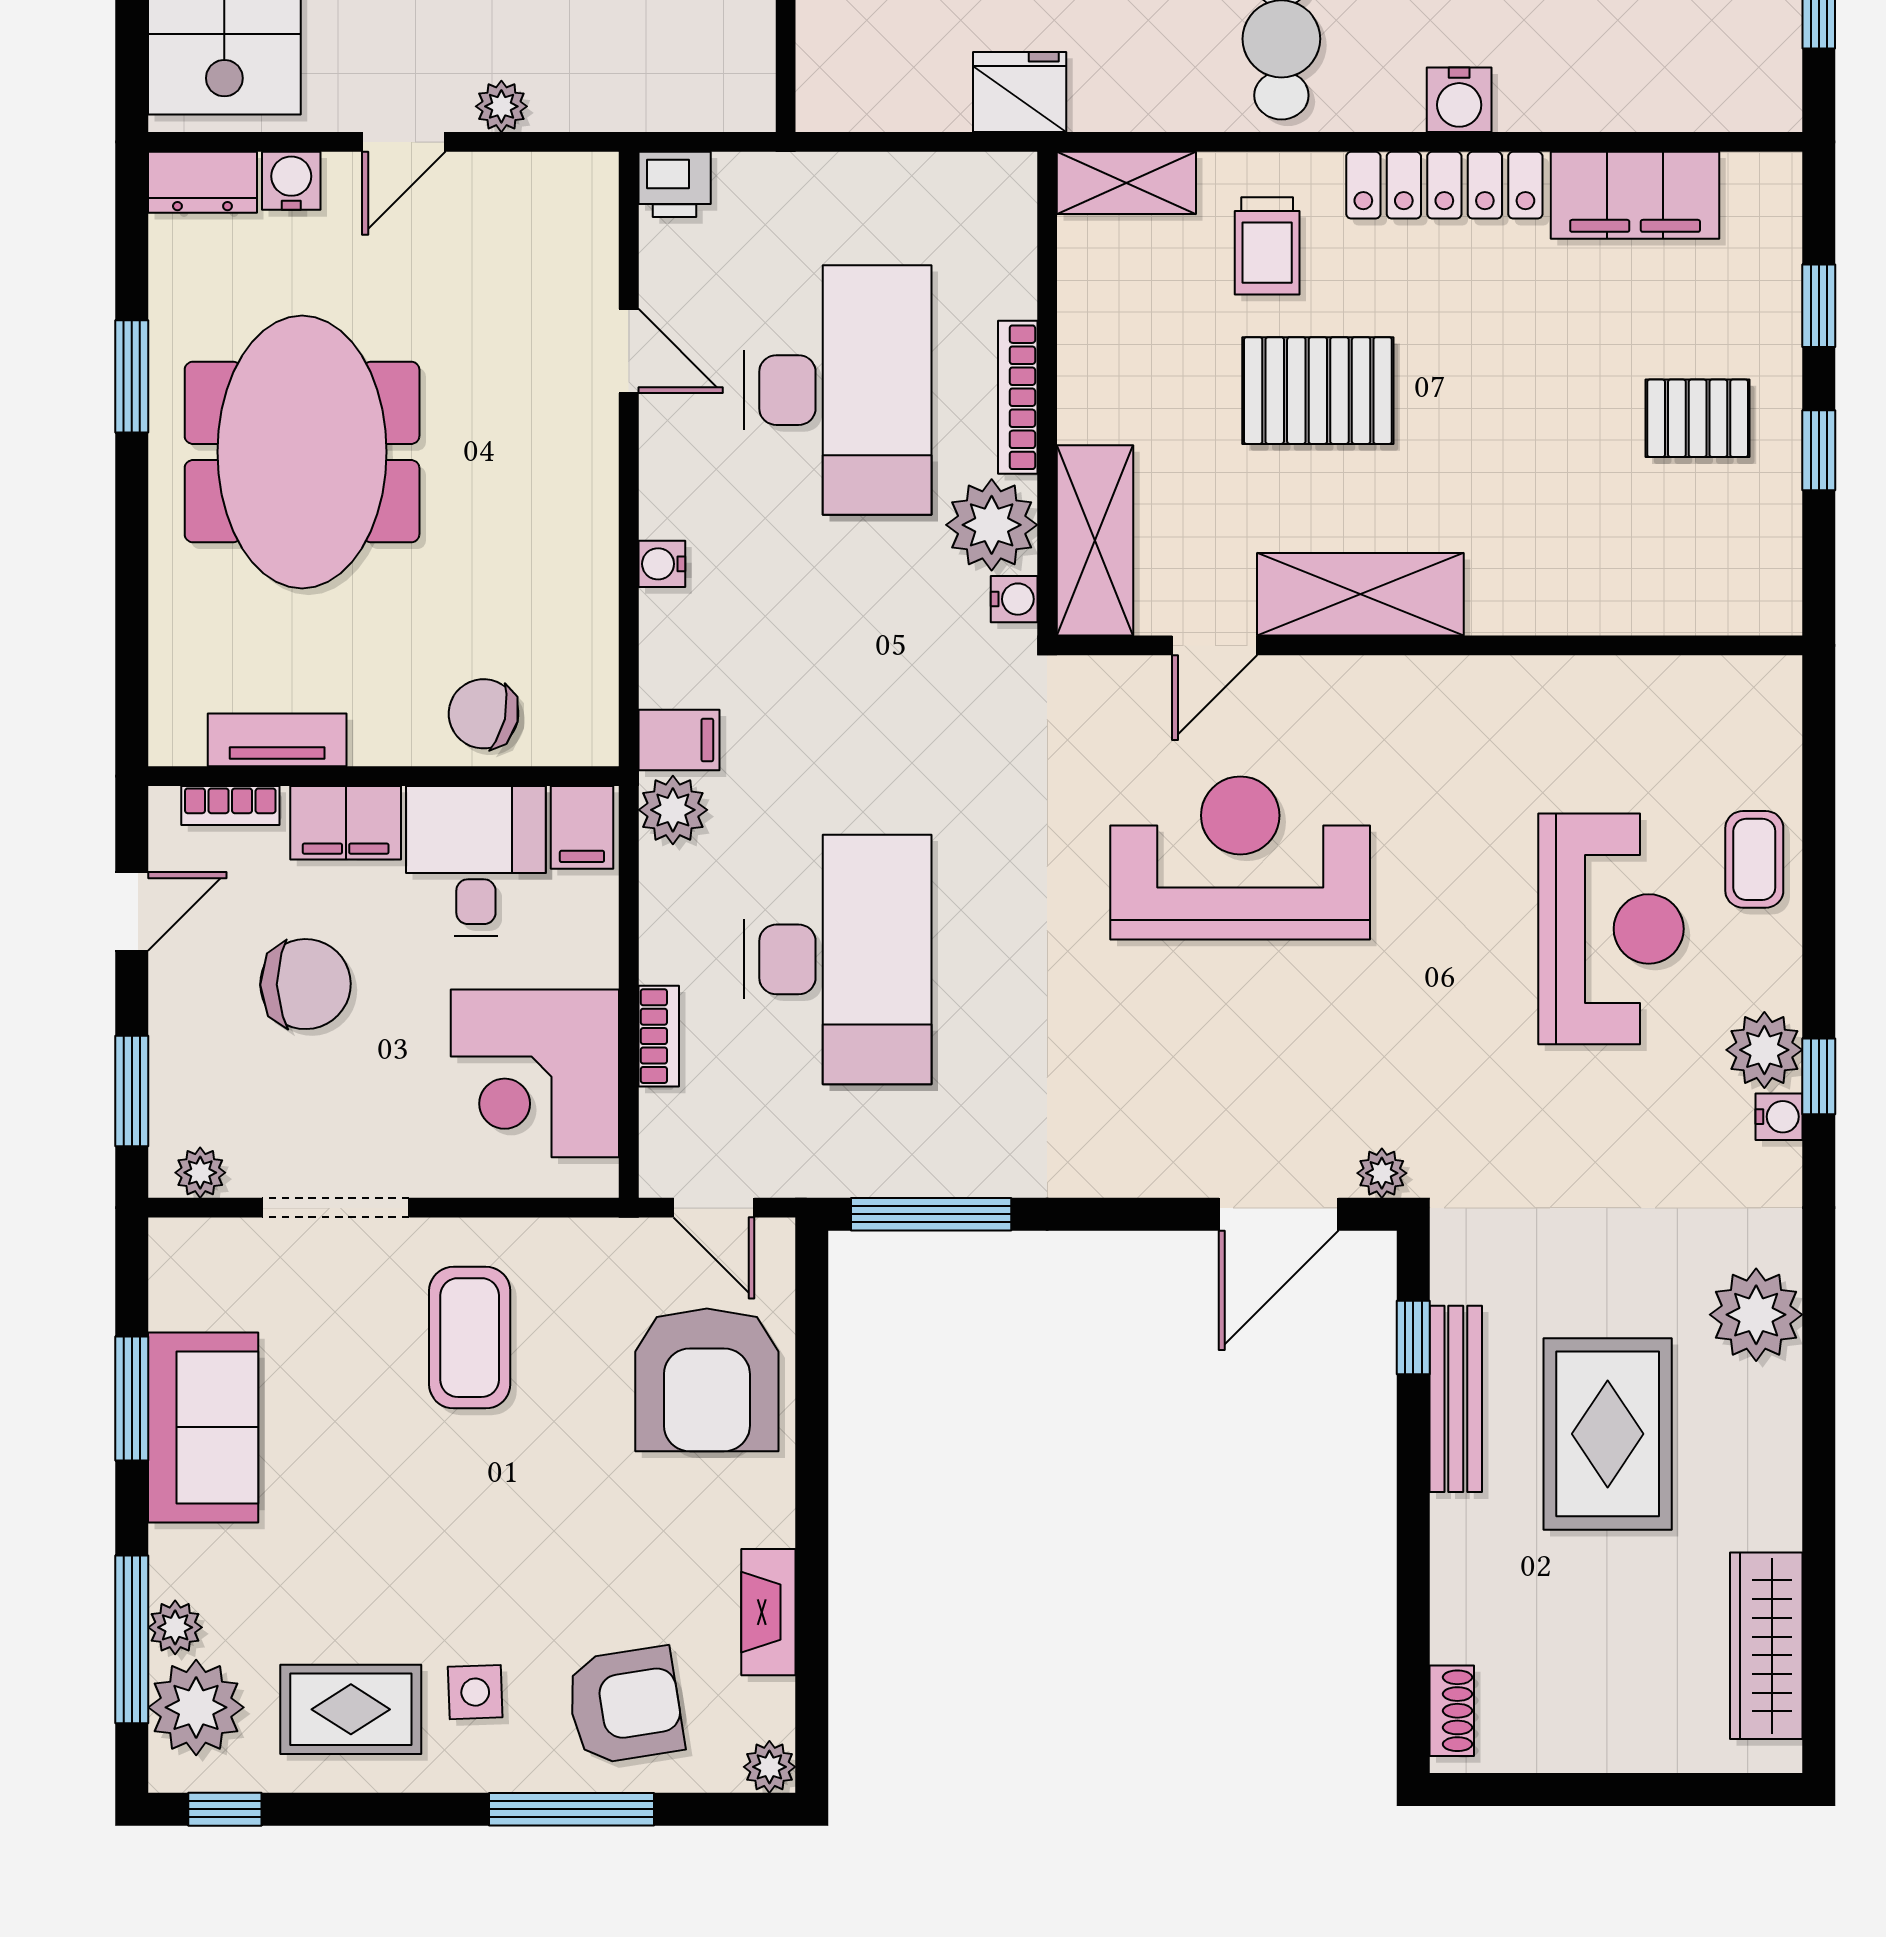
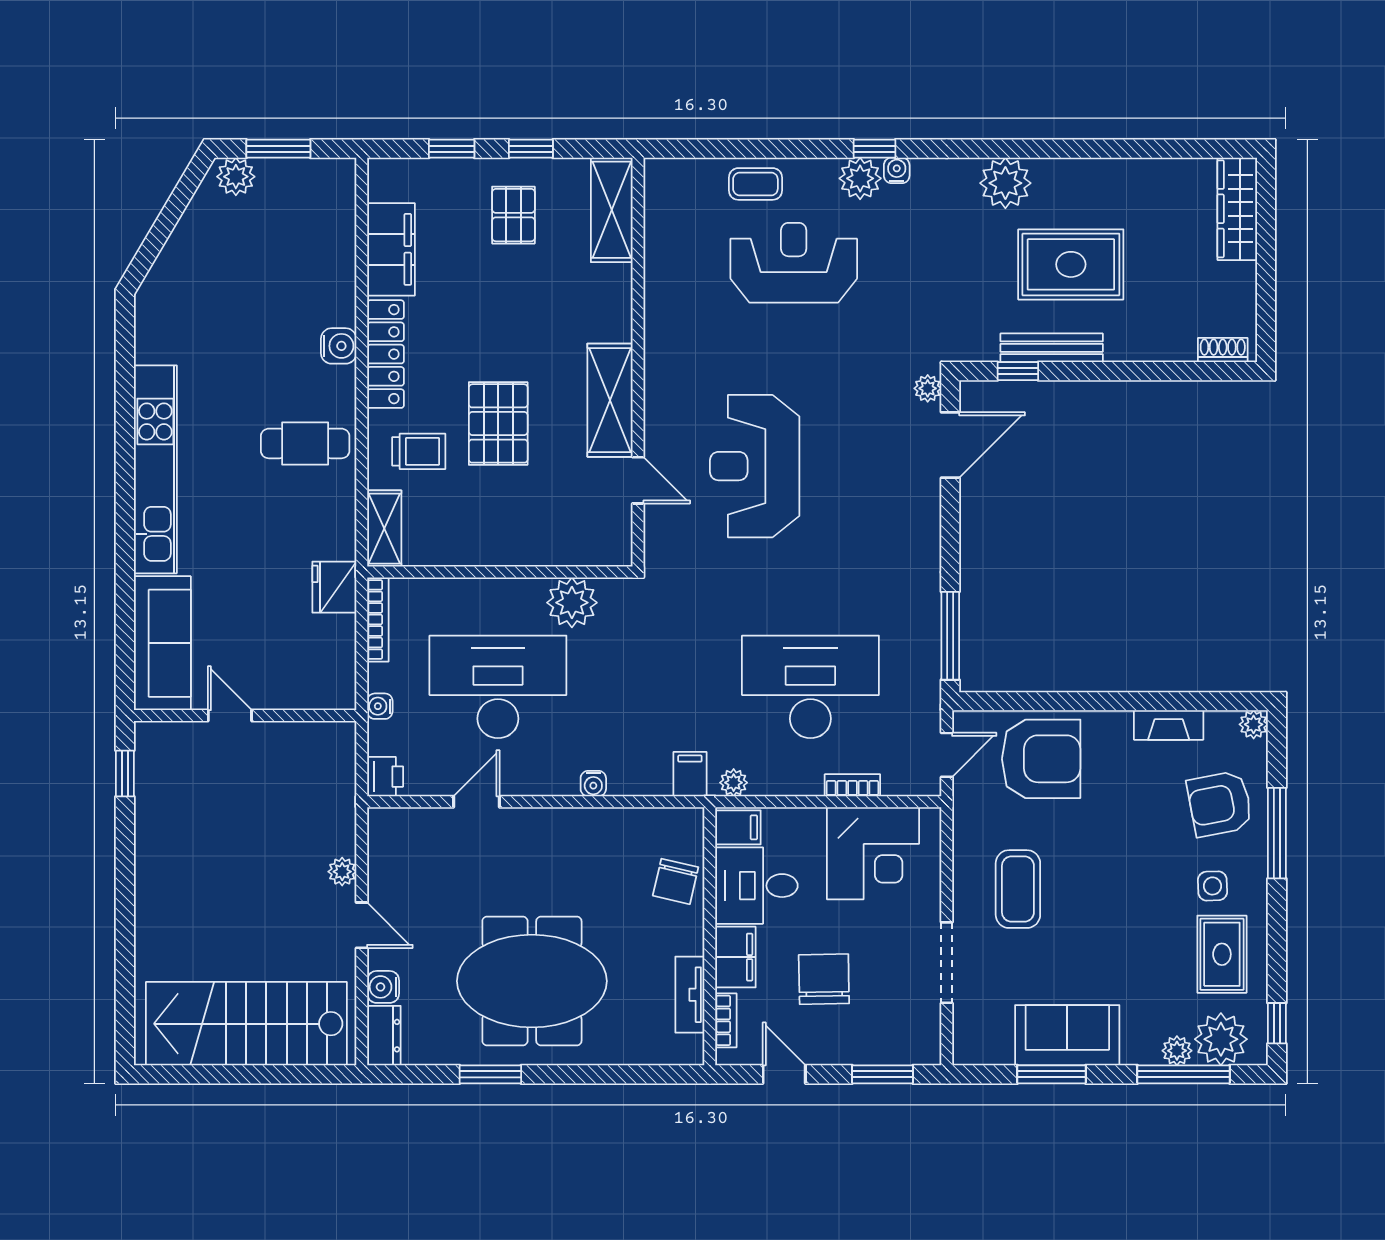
bookcase: (1018, 397) -> (378, 619), moved, turned -90
shelving: (1095, 540) -> (612, 210), moved, turned 90
water cooler: (1014, 599) -> (380, 706), moved, turned -90
plant: (673, 810) -> (734, 783), width x0.73, depth x0.73
plant: (200, 1173) -> (927, 1037), removed
door: (1279, 1214) -> (950, 445), hinge flipped
coffee table: (470, 1338) -> (1018, 889), turned 90
wardrobe: (1766, 1646) -> (1237, 209), moved, turned 90
armchair: (625, 1705) -> (1220, 804), turned -92

